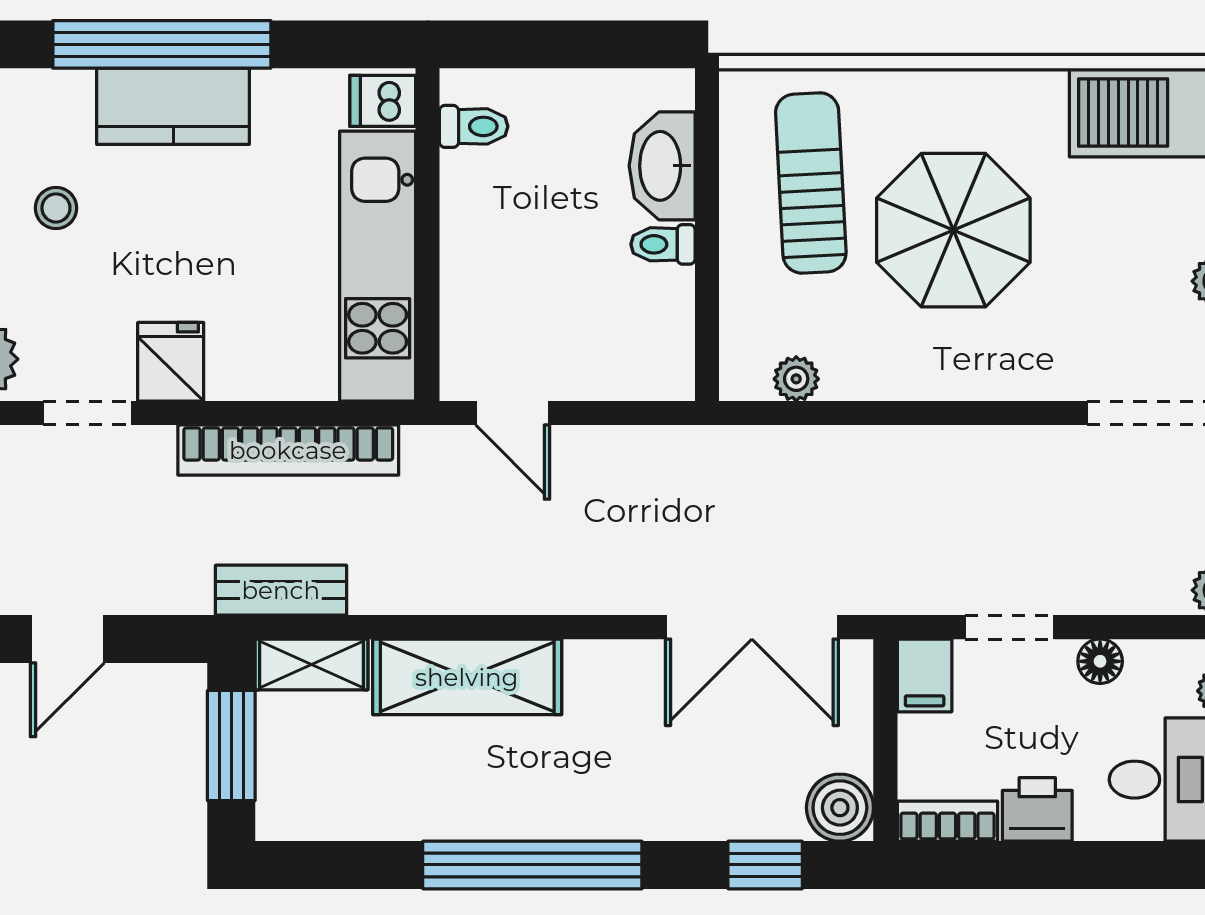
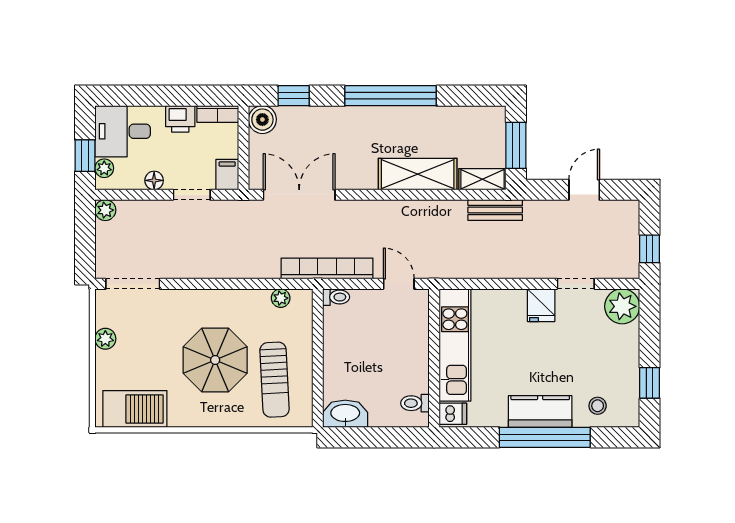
washbasin: (662, 166) -> (345, 414), moved, turned -90
stool: (56, 208) -> (598, 406), moved
toilet: (663, 244) -> (336, 297), moved
bookcase: (288, 450) -> (327, 268), moved

